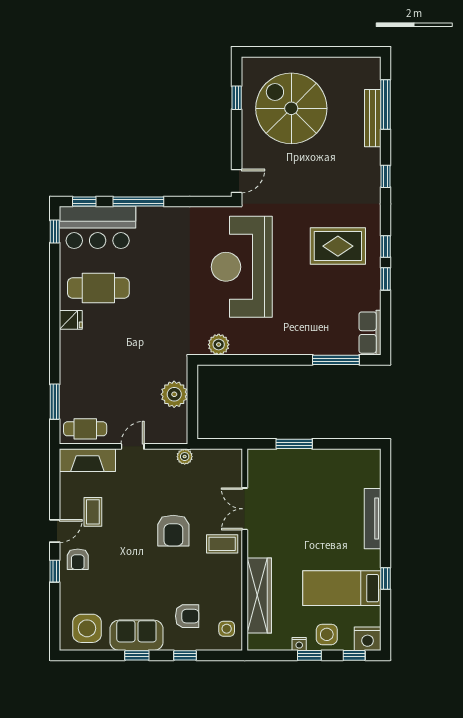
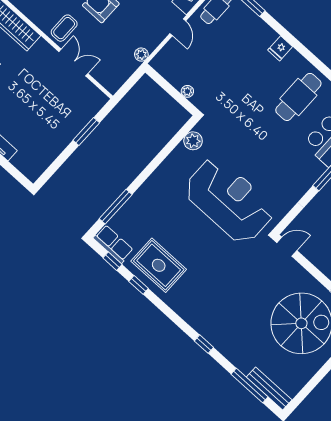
bench: (373, 118) -> (269, 389), moved
door: (237, 181) -> (287, 247), swing flipped
rug: (338, 246) -> (159, 265), moved, turned 90
window: (385, 246) -> (112, 261), moved
fridge: (71, 320) -> (280, 48), moved
plant: (174, 394) -> (187, 91), width x0.53, depth x0.53

